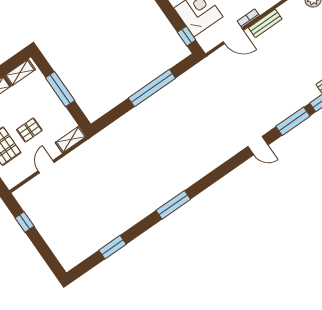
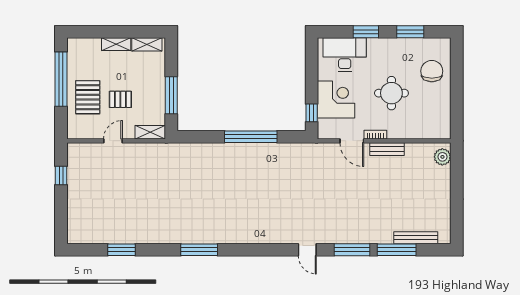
window: (60, 89) -> (171, 95), moved

